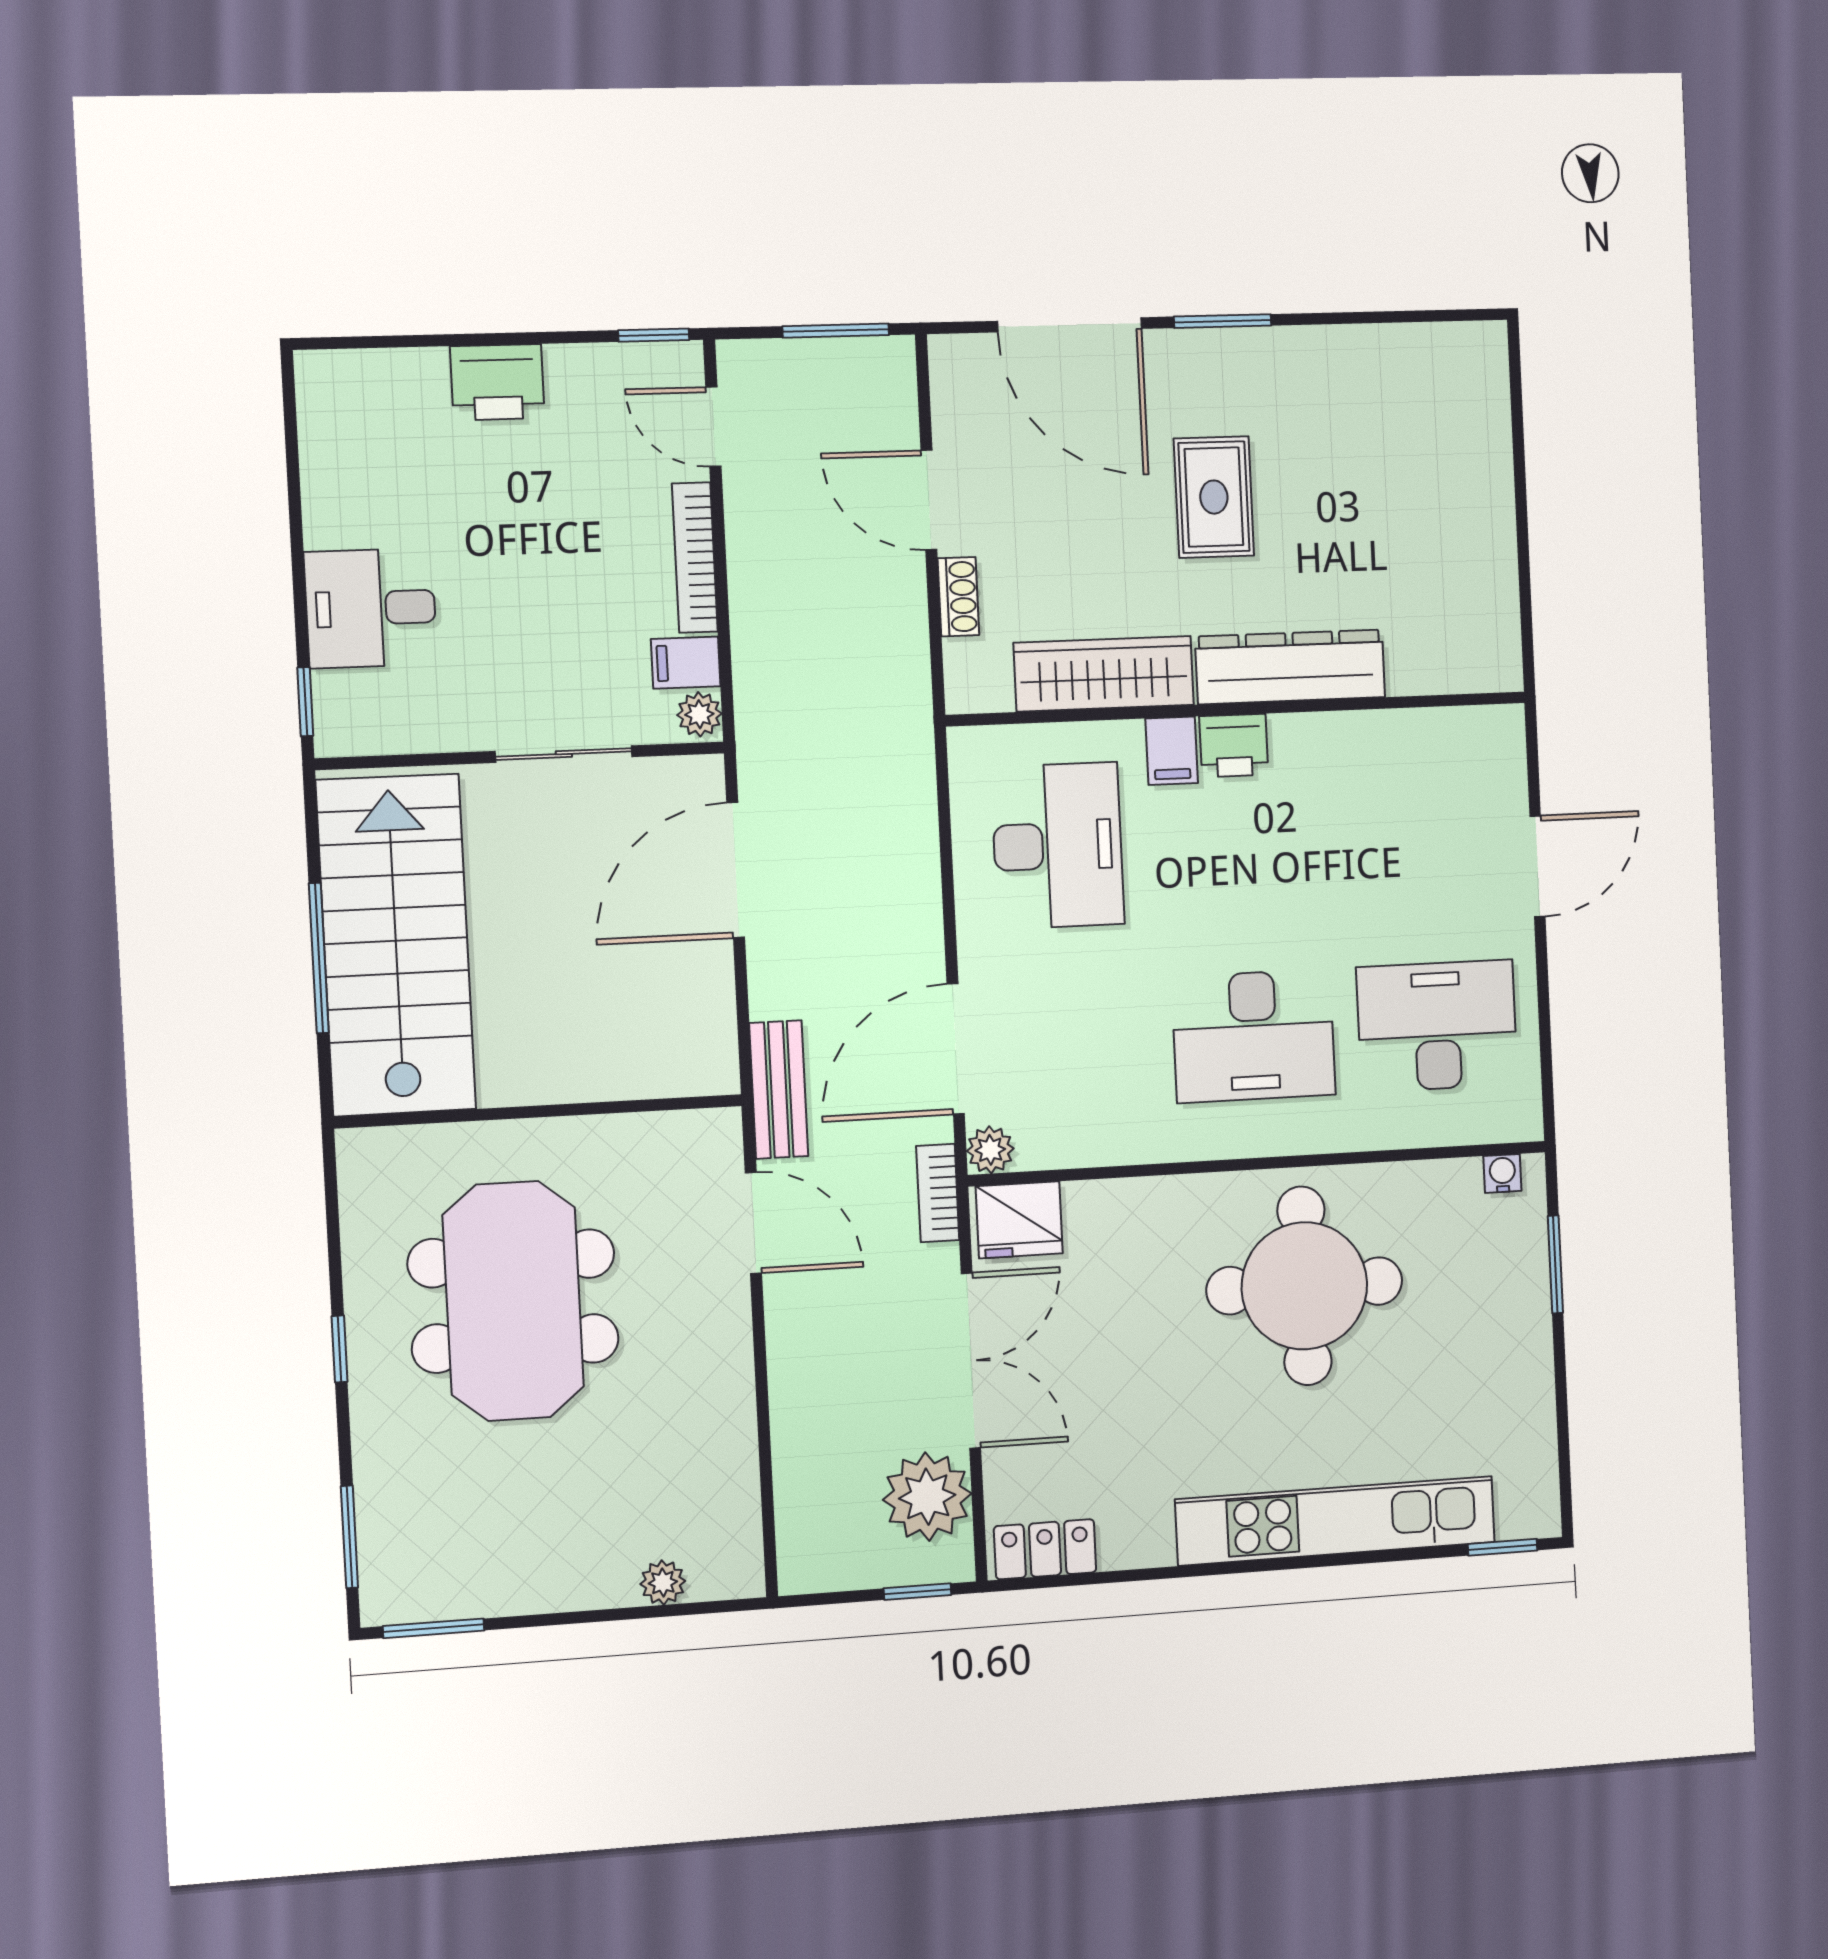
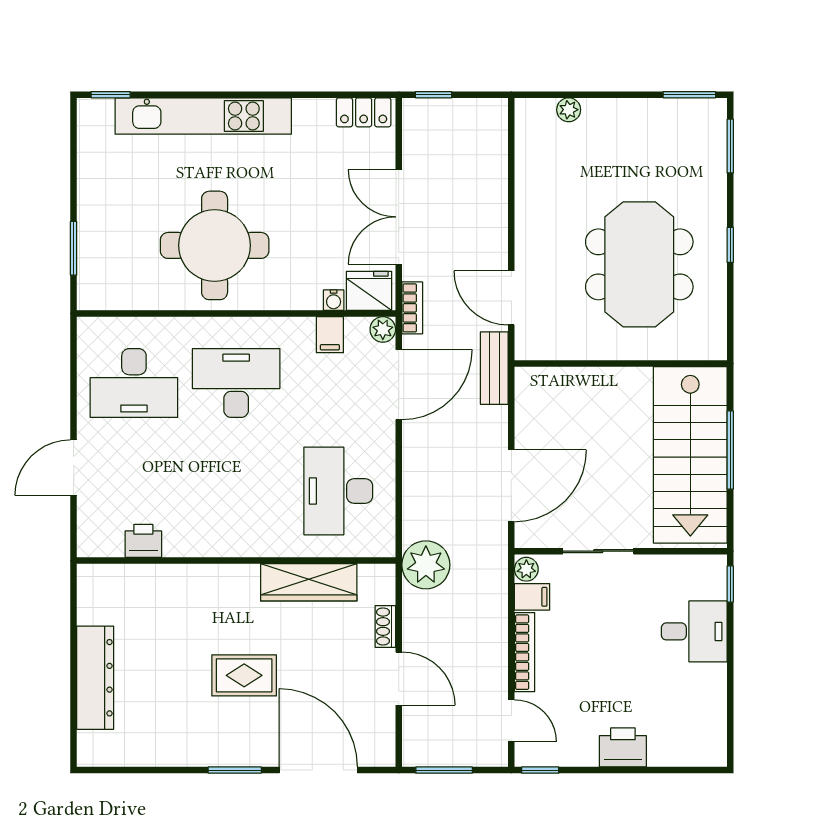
rug: (1214, 497) -> (244, 675), turned 90
dresser: (1290, 667) -> (95, 678), moved, turned -90
printer: (1234, 745) -> (143, 541), moved
filing cabinet: (1172, 751) -> (330, 335), moved, turned 180
water cooler: (1502, 1173) -> (334, 300), moved
plant: (927, 1497) -> (426, 565), moved

